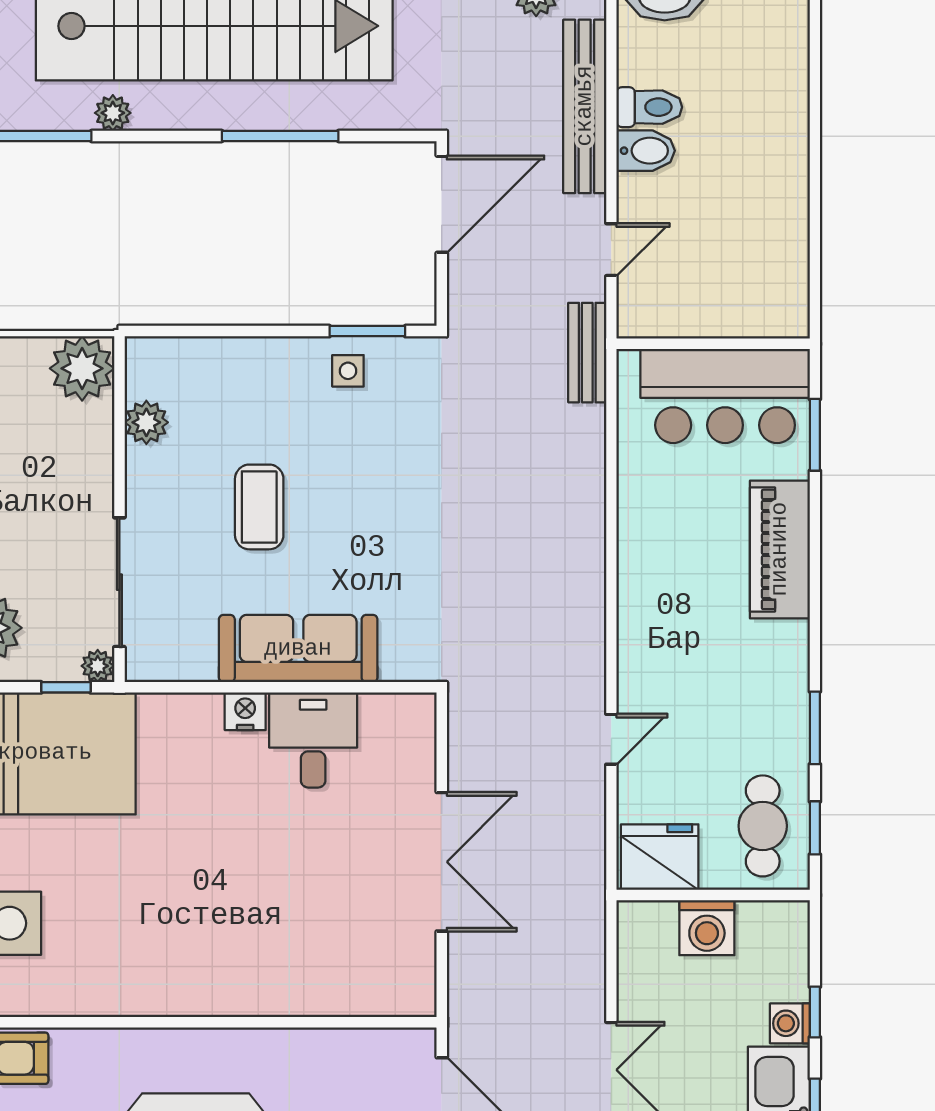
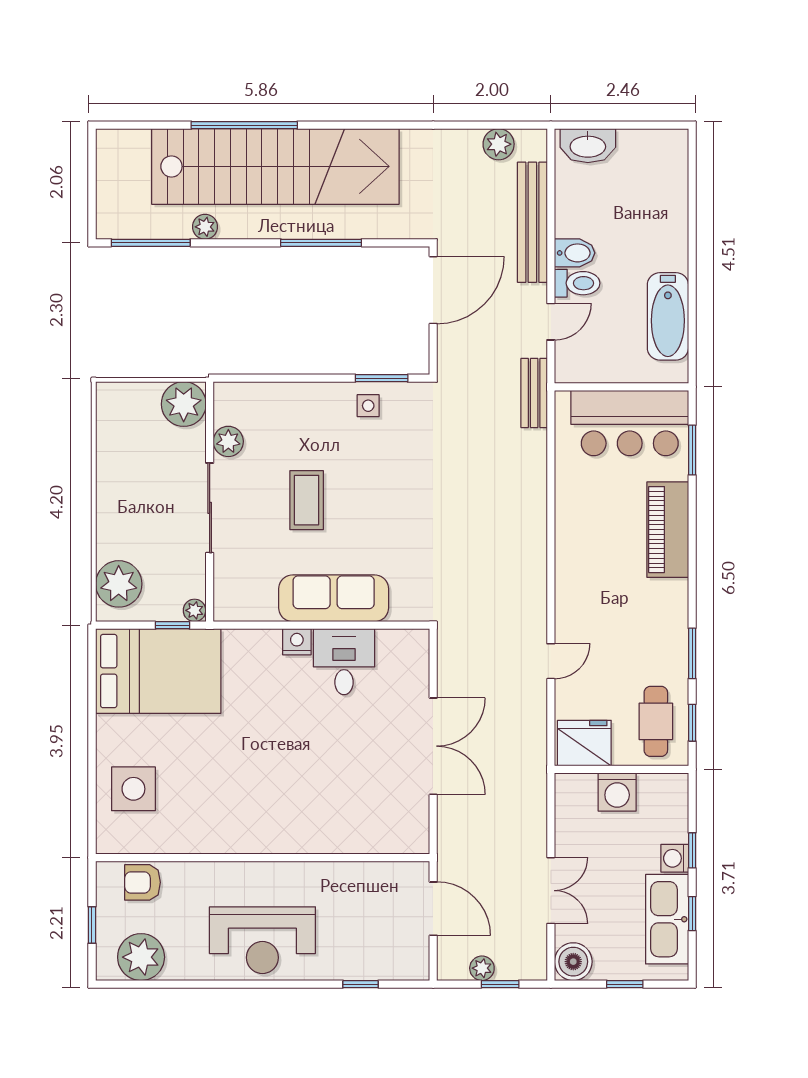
toilet: (649, 107) -> (577, 283), moved
bathtub: (780, 242) -> (668, 316), added
sliding door: (119, 582) -> (210, 508), moved

